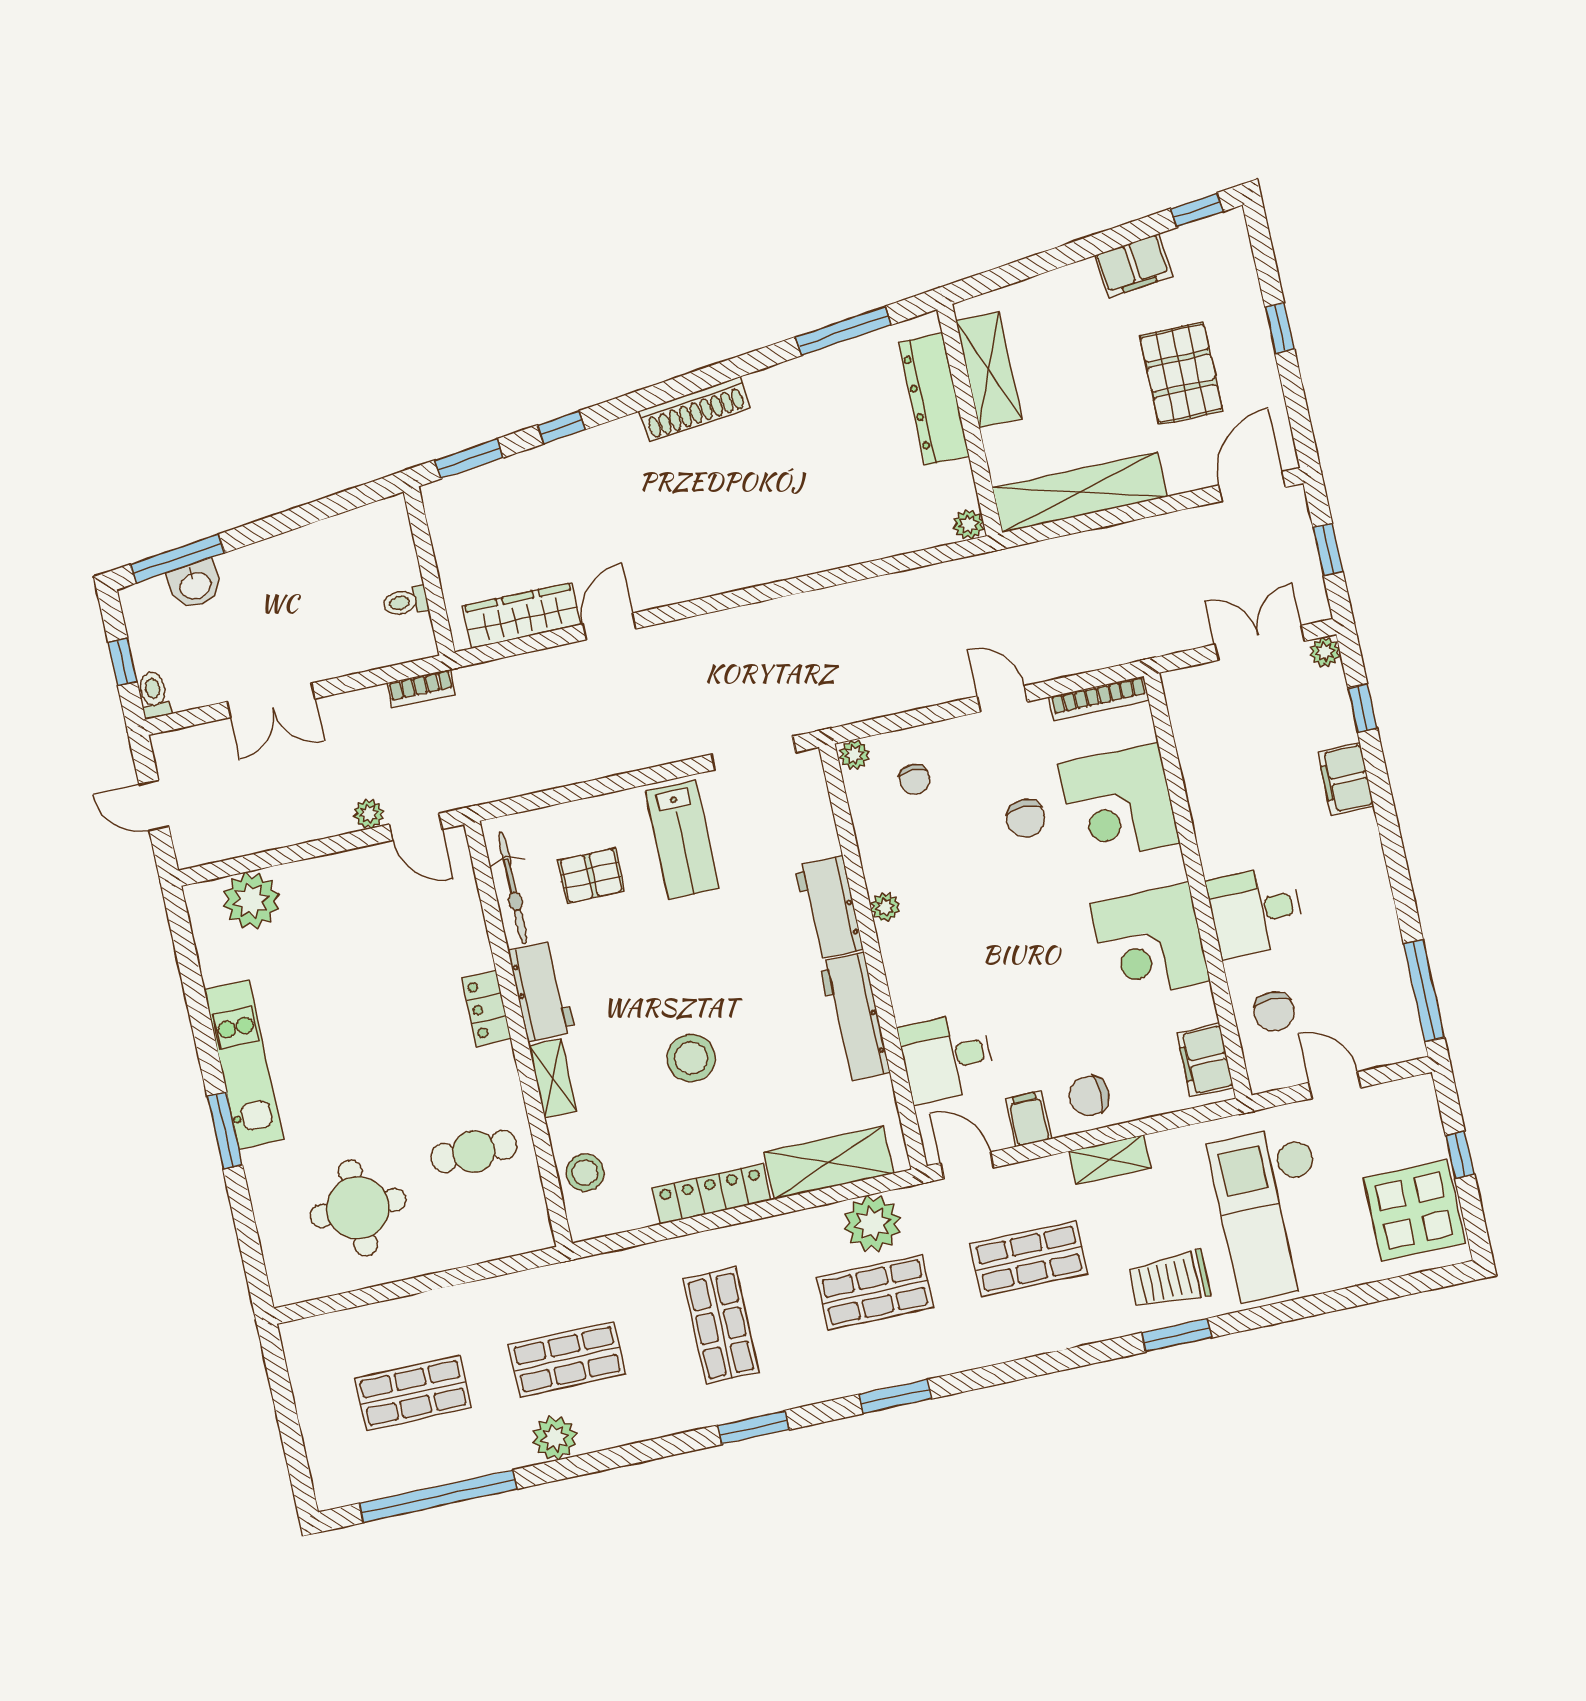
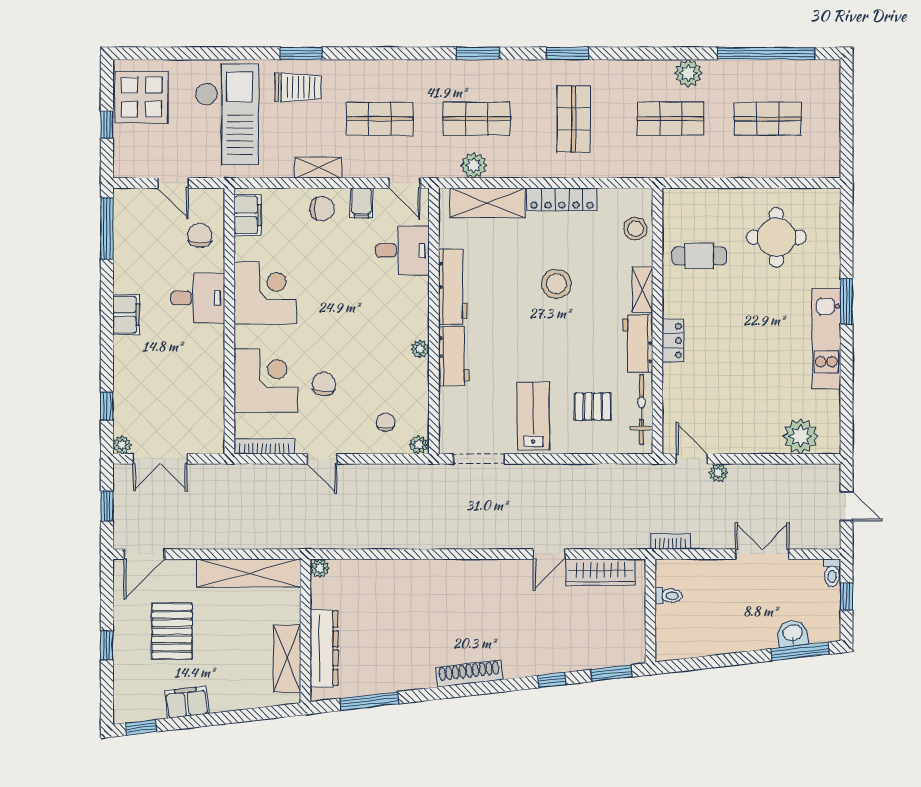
filing cabinet: (1346, 779) -> (126, 315), moved
plant: (873, 1223) -> (474, 165), width x0.73, depth x0.73

